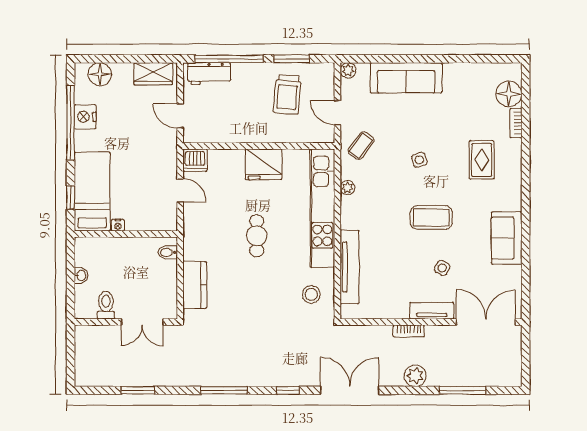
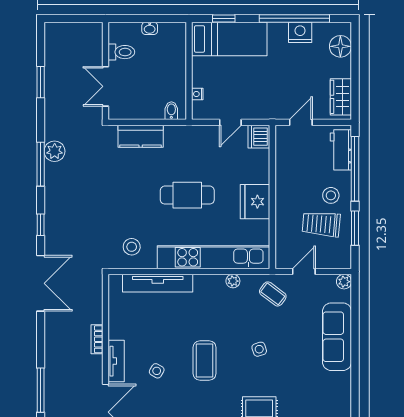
stool: (257, 84) -> (331, 195), added
nightstand: (118, 225) -> (197, 94), moved
cafe table: (257, 236) -> (187, 195), width x1.37, depth x1.35
plant: (415, 376) -> (55, 151), moved

